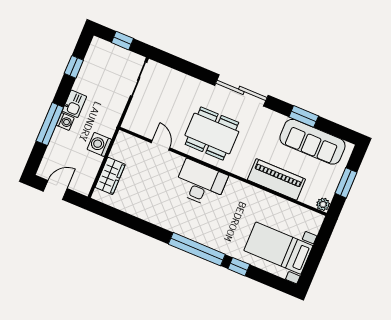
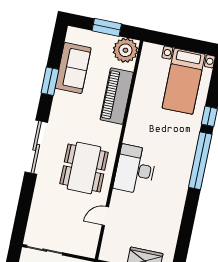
sofa: (312, 142) -> (73, 68), width x0.73
plant: (323, 204) -> (125, 50), width x1.87, depth x1.87

